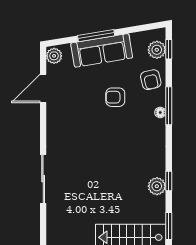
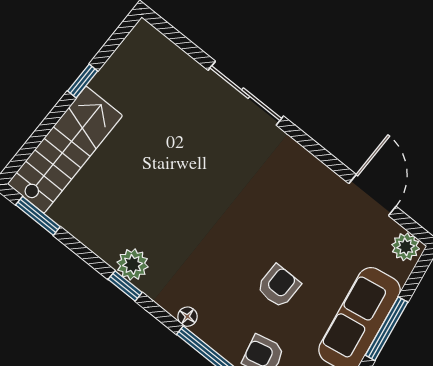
floor lamp: (160, 112) -> (187, 317), moved
window: (169, 181) -> (125, 286), moved
plant: (157, 186) -> (133, 264), moved

